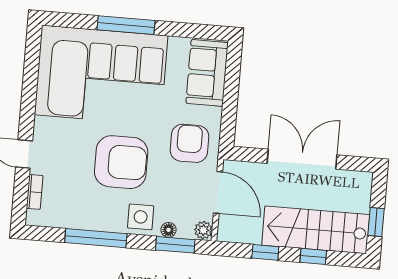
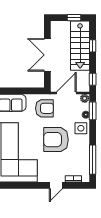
armchair: (189, 143) -> (44, 108), turned 180
armchair: (121, 162) -> (56, 140), turned -90
window: (96, 238) -> (93, 160), moved
window: (265, 252) -> (93, 79), moved

